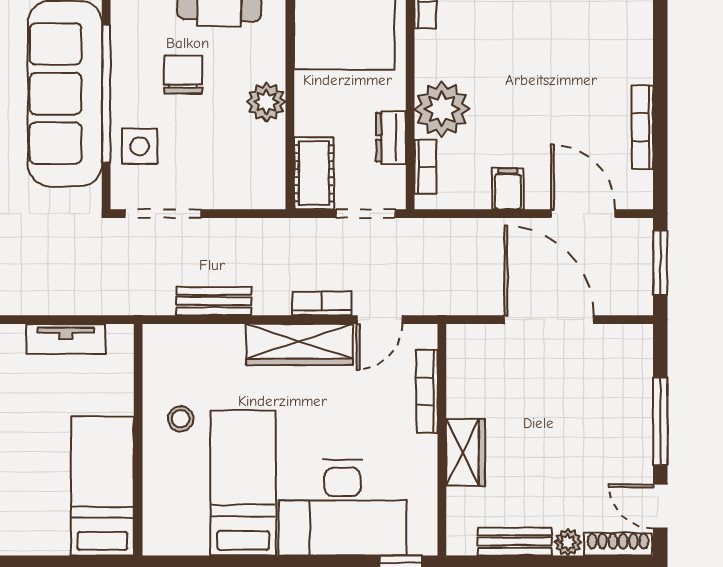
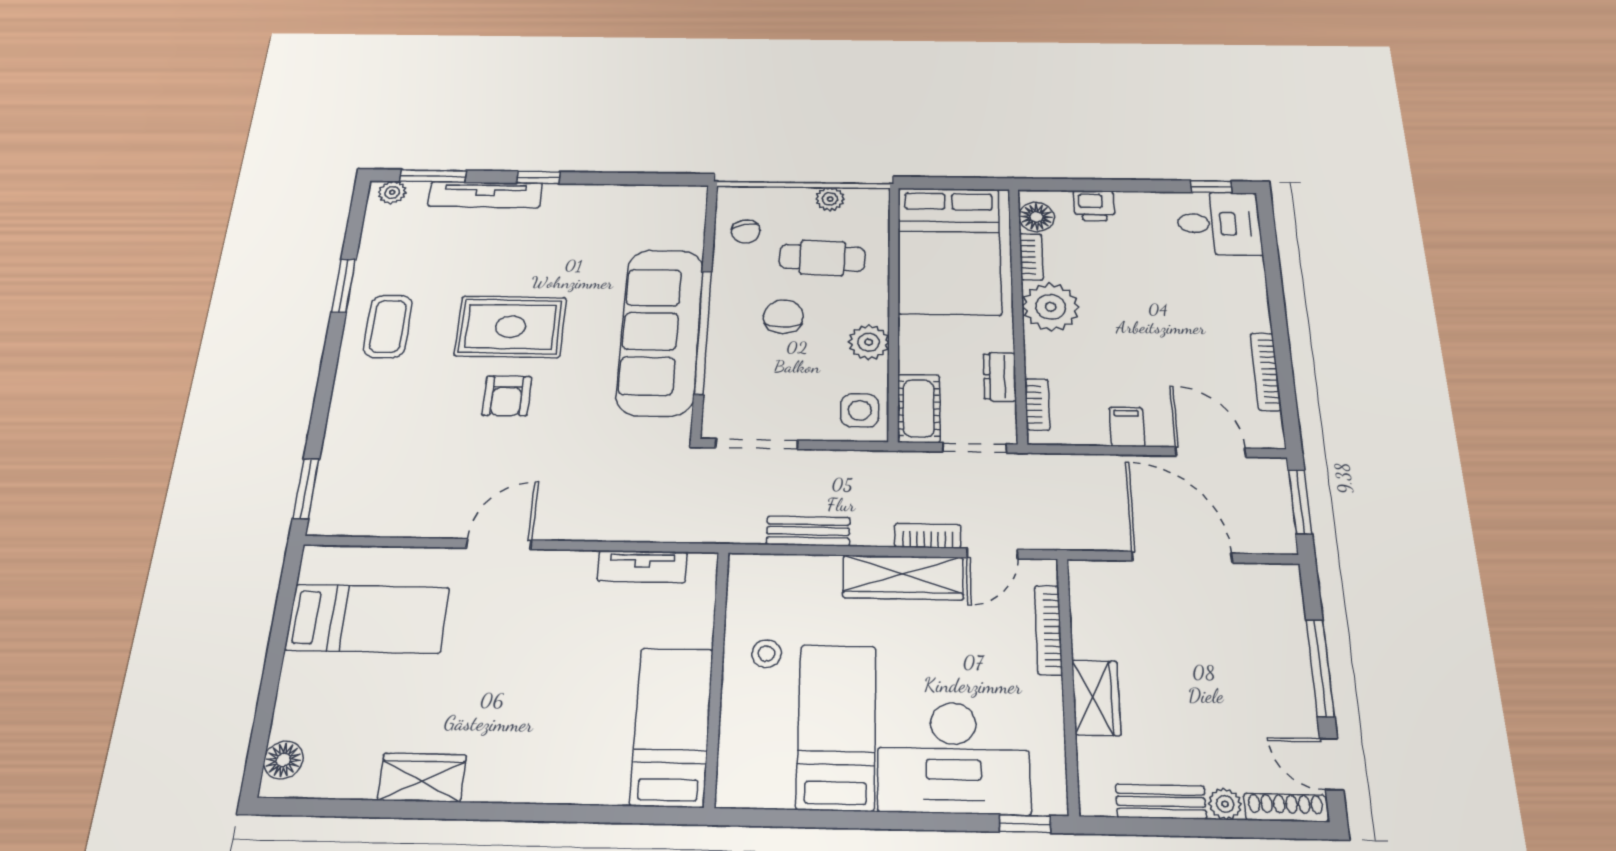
plant: (442, 109) -> (1051, 307), moved
side table: (140, 146) -> (860, 410), moved

